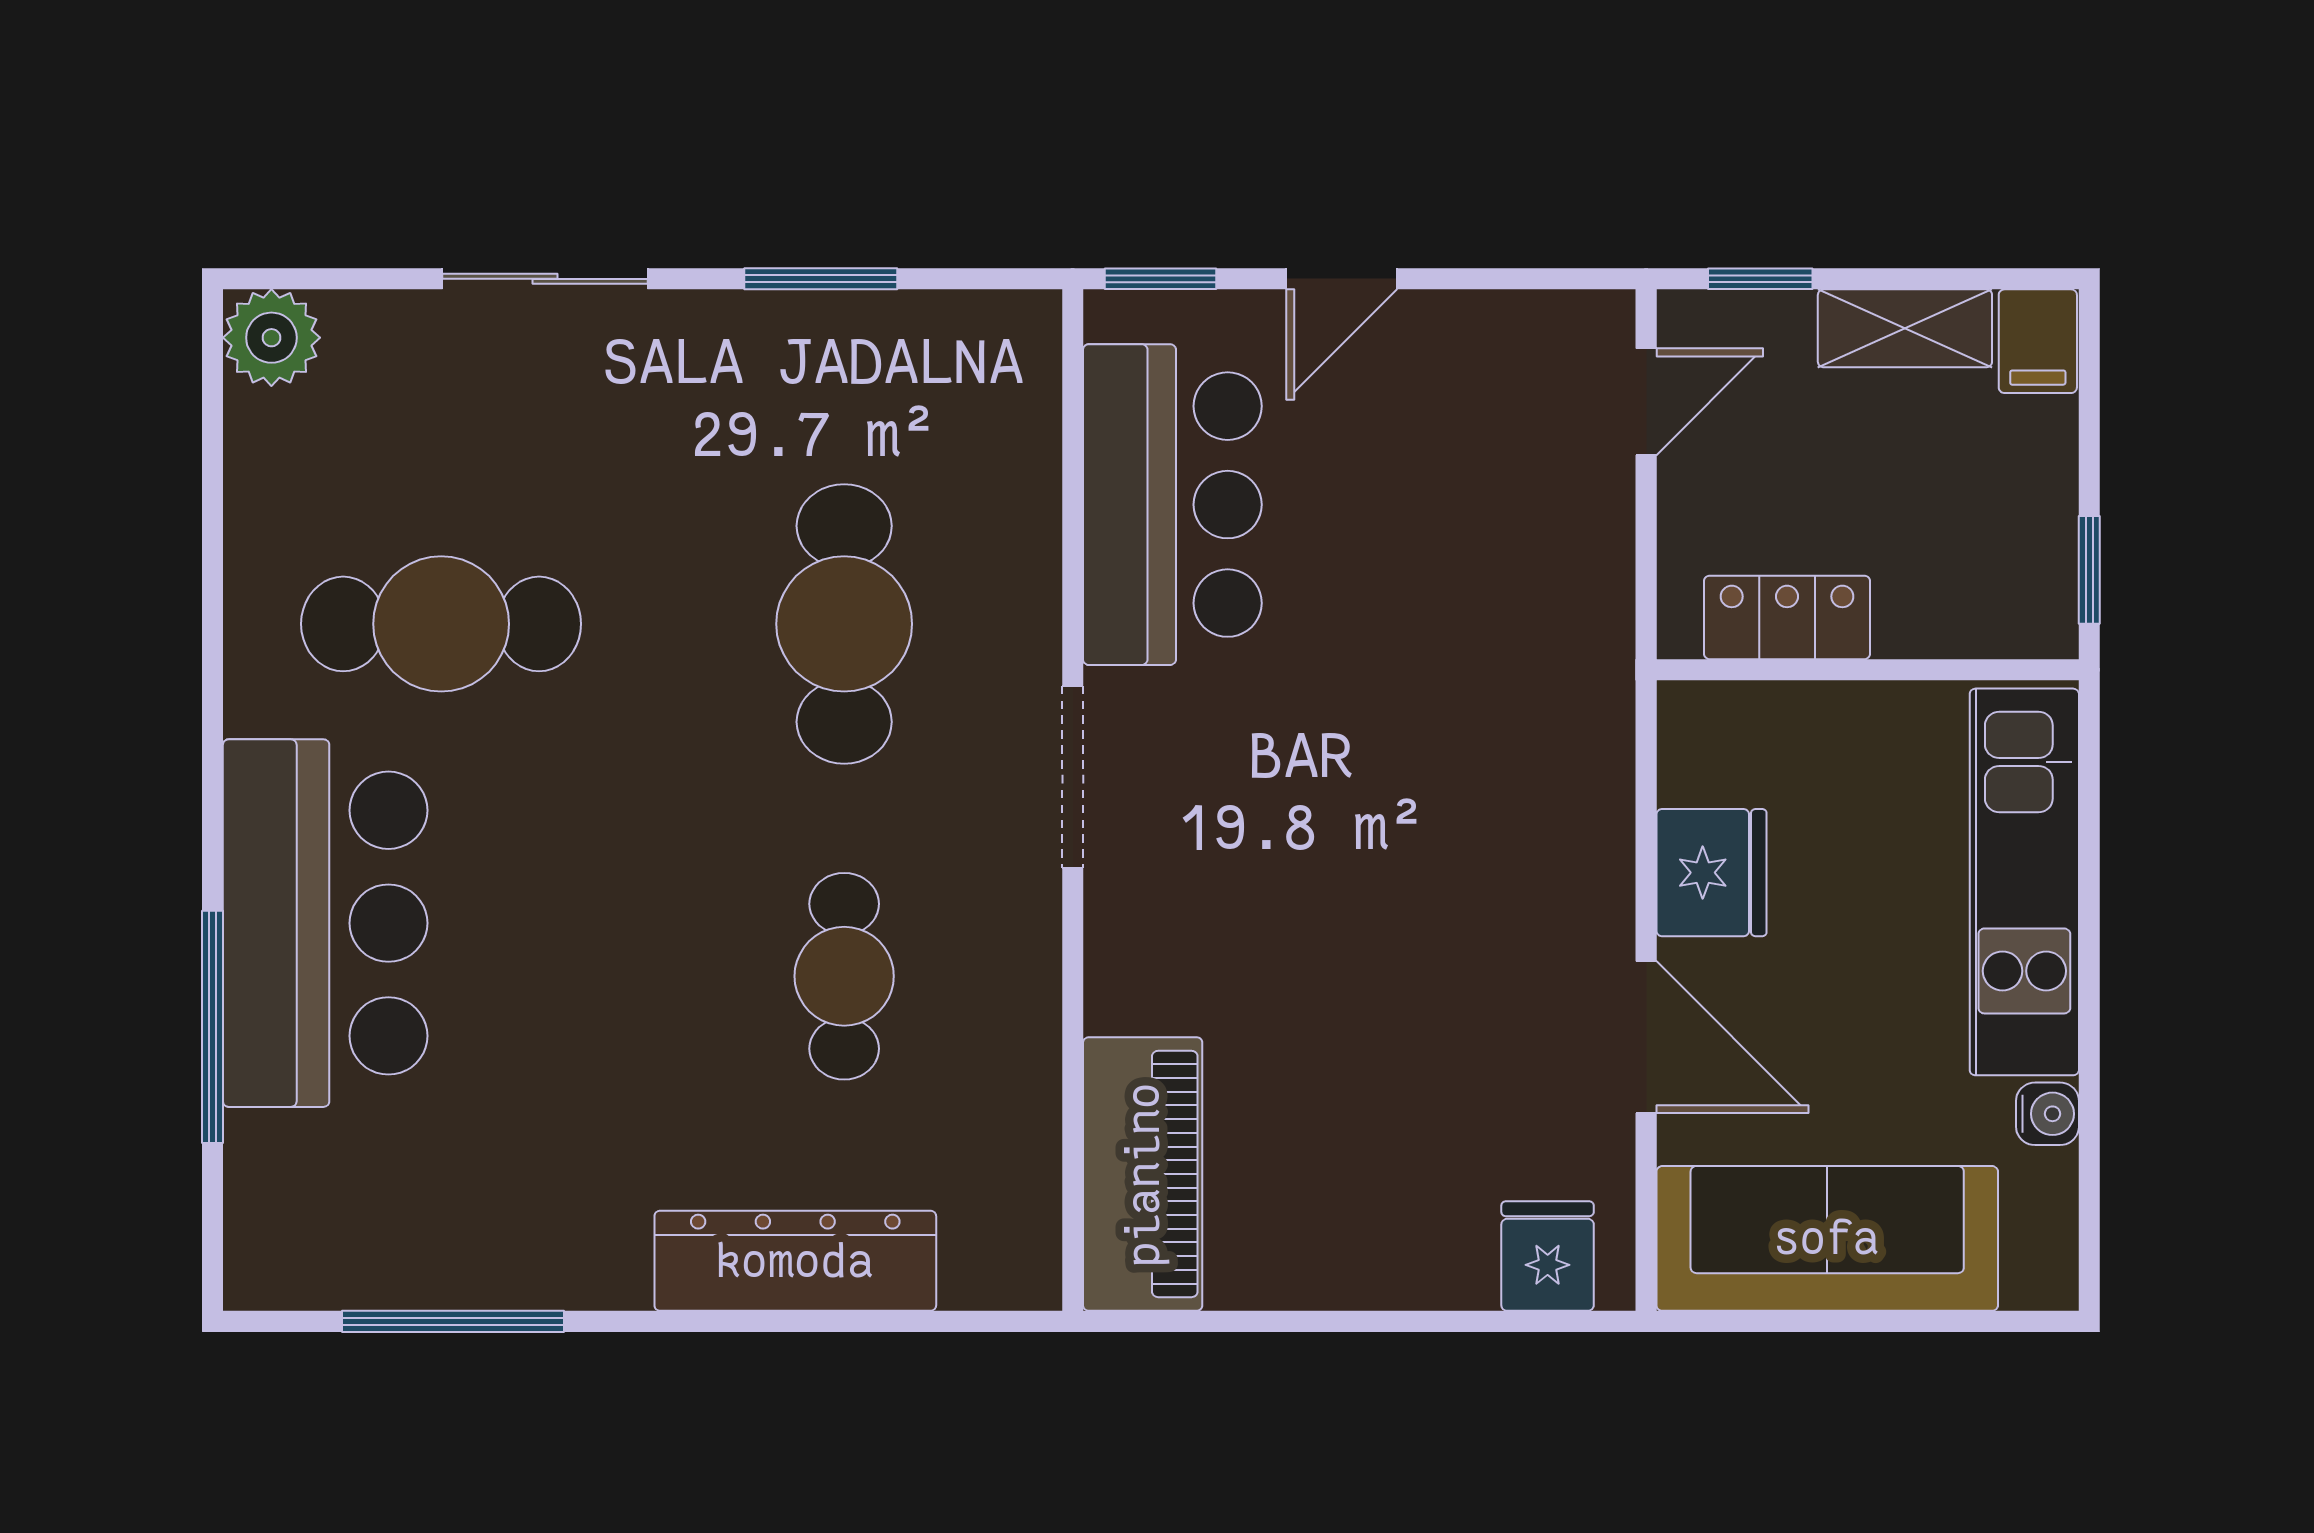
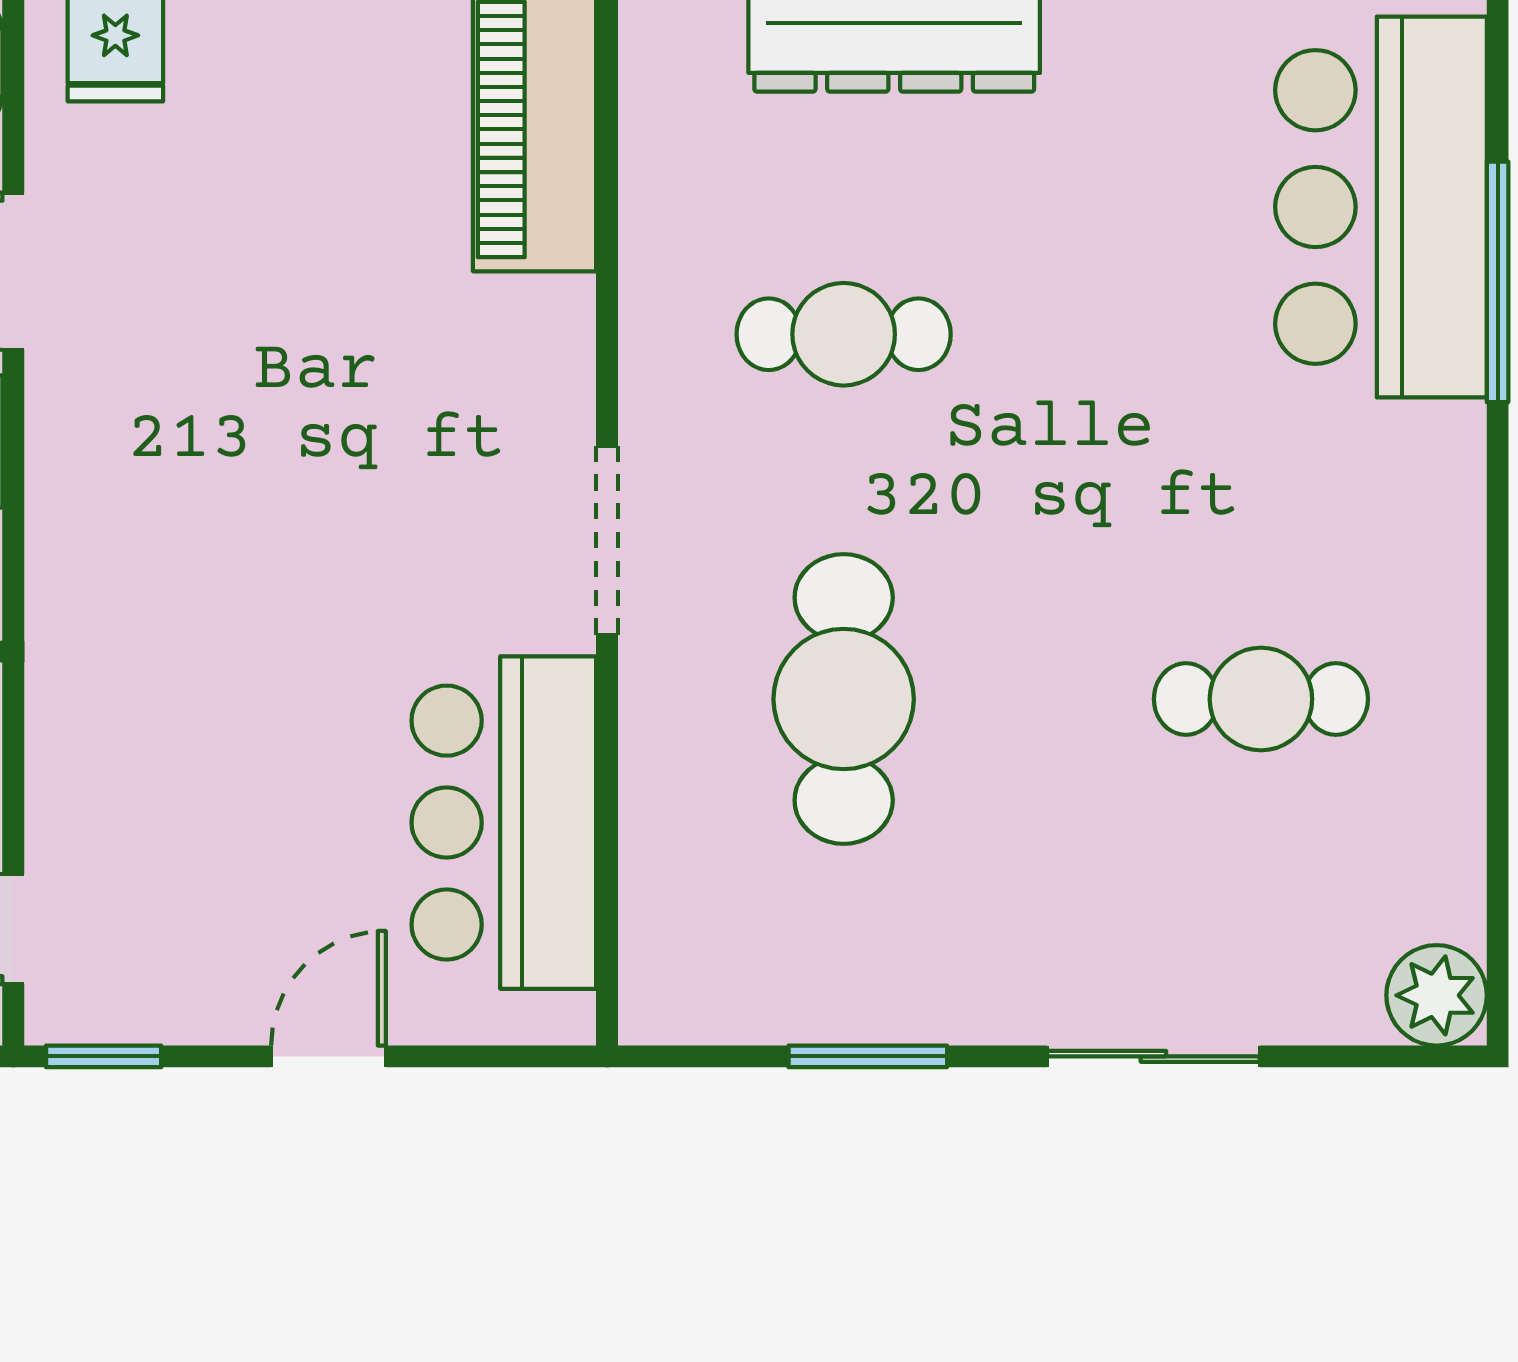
window: (1160, 279) -> (104, 1056), moved
cafe table: (441, 624) -> (1261, 699), width x0.73, depth x0.74
bar counter: (325, 923) -> (1381, 207), moved
cafe table: (844, 976) -> (844, 334), turned 90

